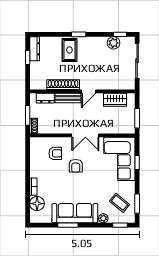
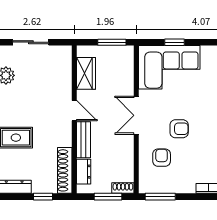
window: (28, 57) -> (43, 197), moved
sliding door: (137, 61) -> (31, 42), width x0.73
shoe rack: (63, 85) -> (65, 170), moved
double door: (85, 135) -> (136, 115), swing flipped
window: (28, 152) -> (160, 197), added

